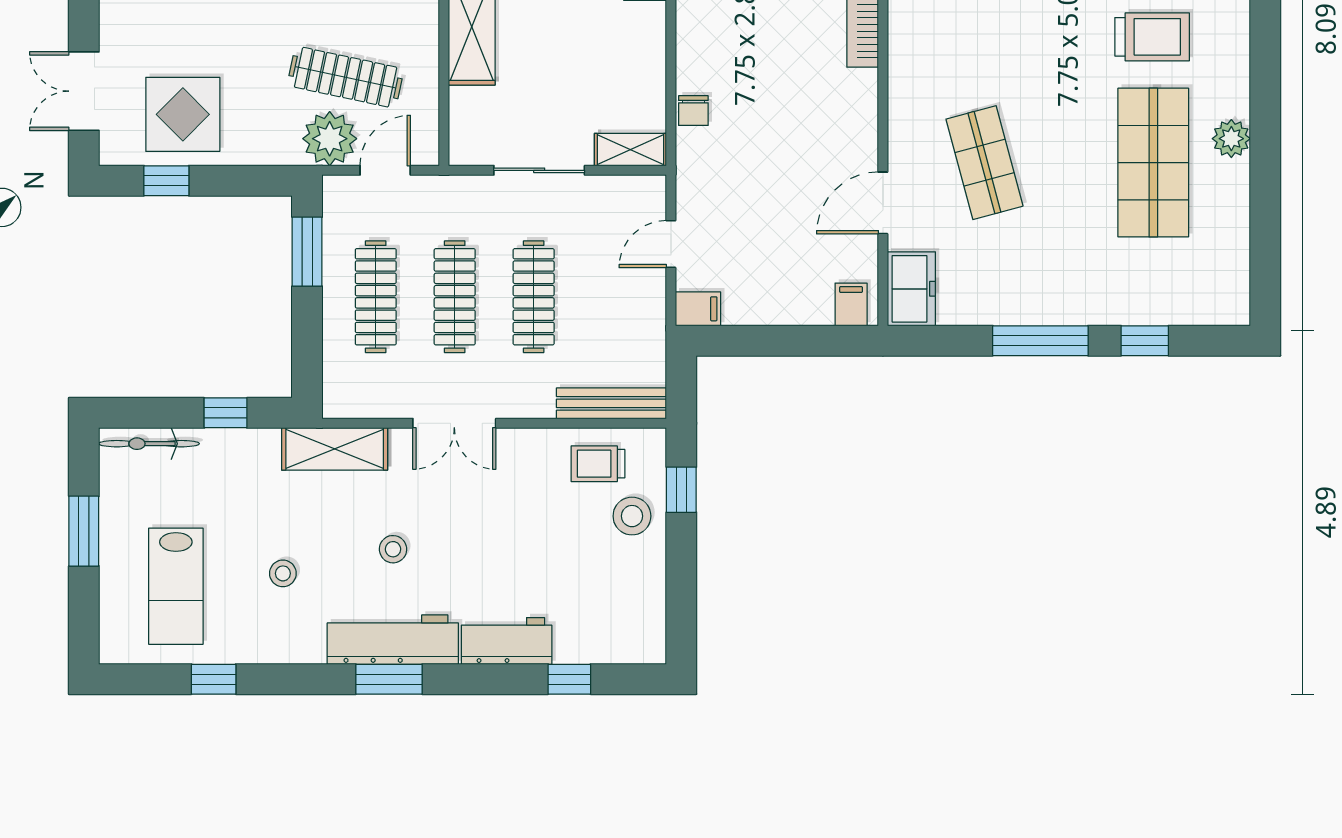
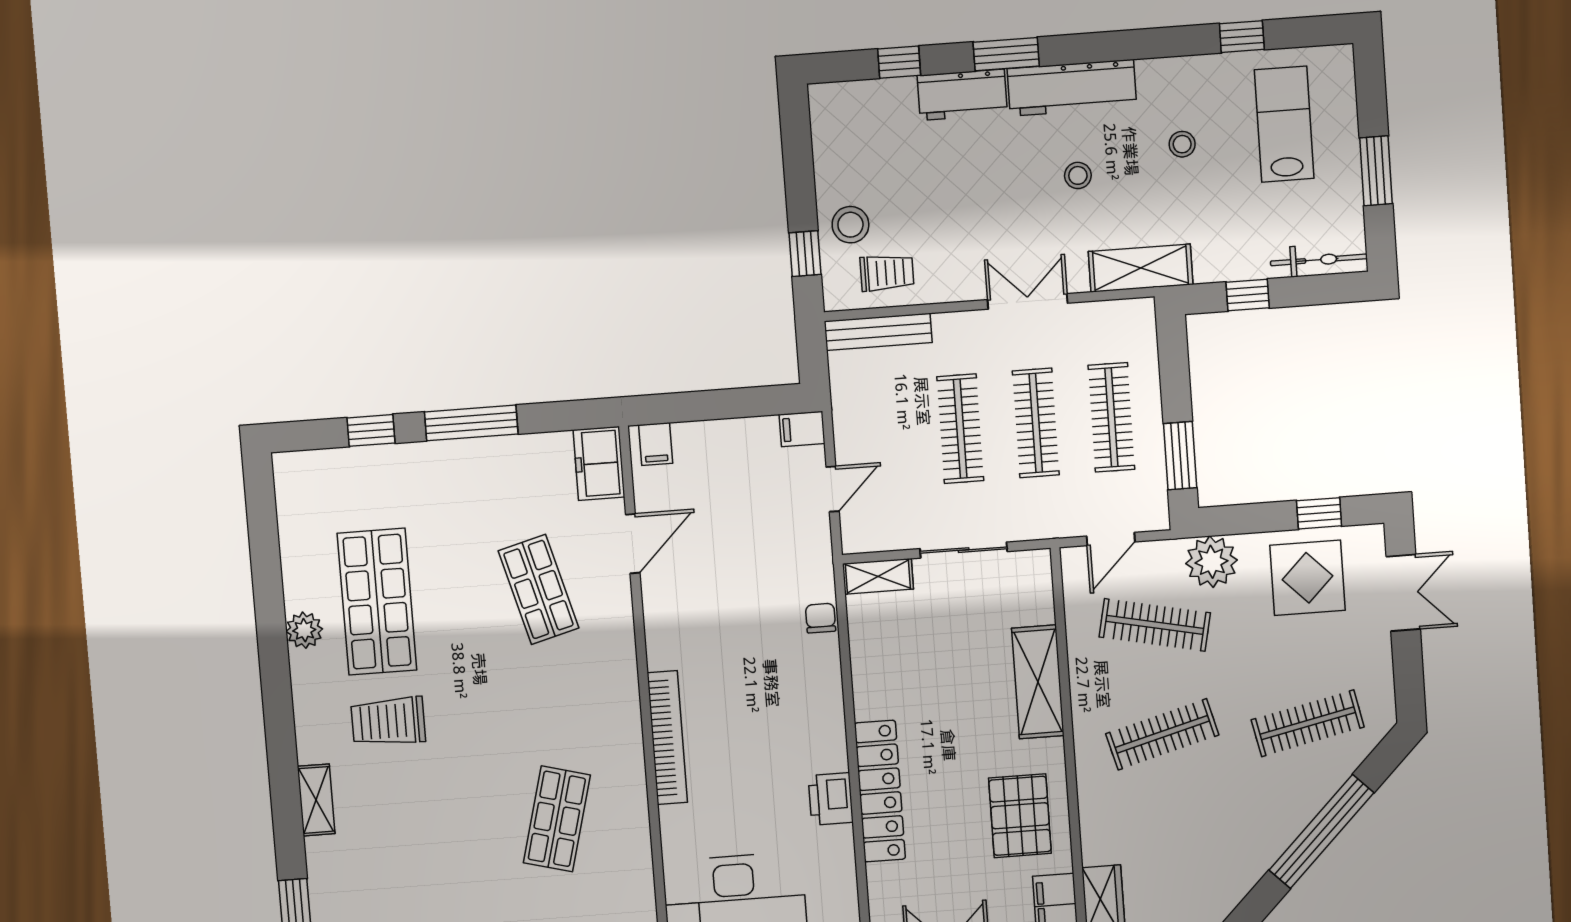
plant: (330, 139) -> (1211, 562), moved
window: (389, 679) -> (1006, 54), moved

